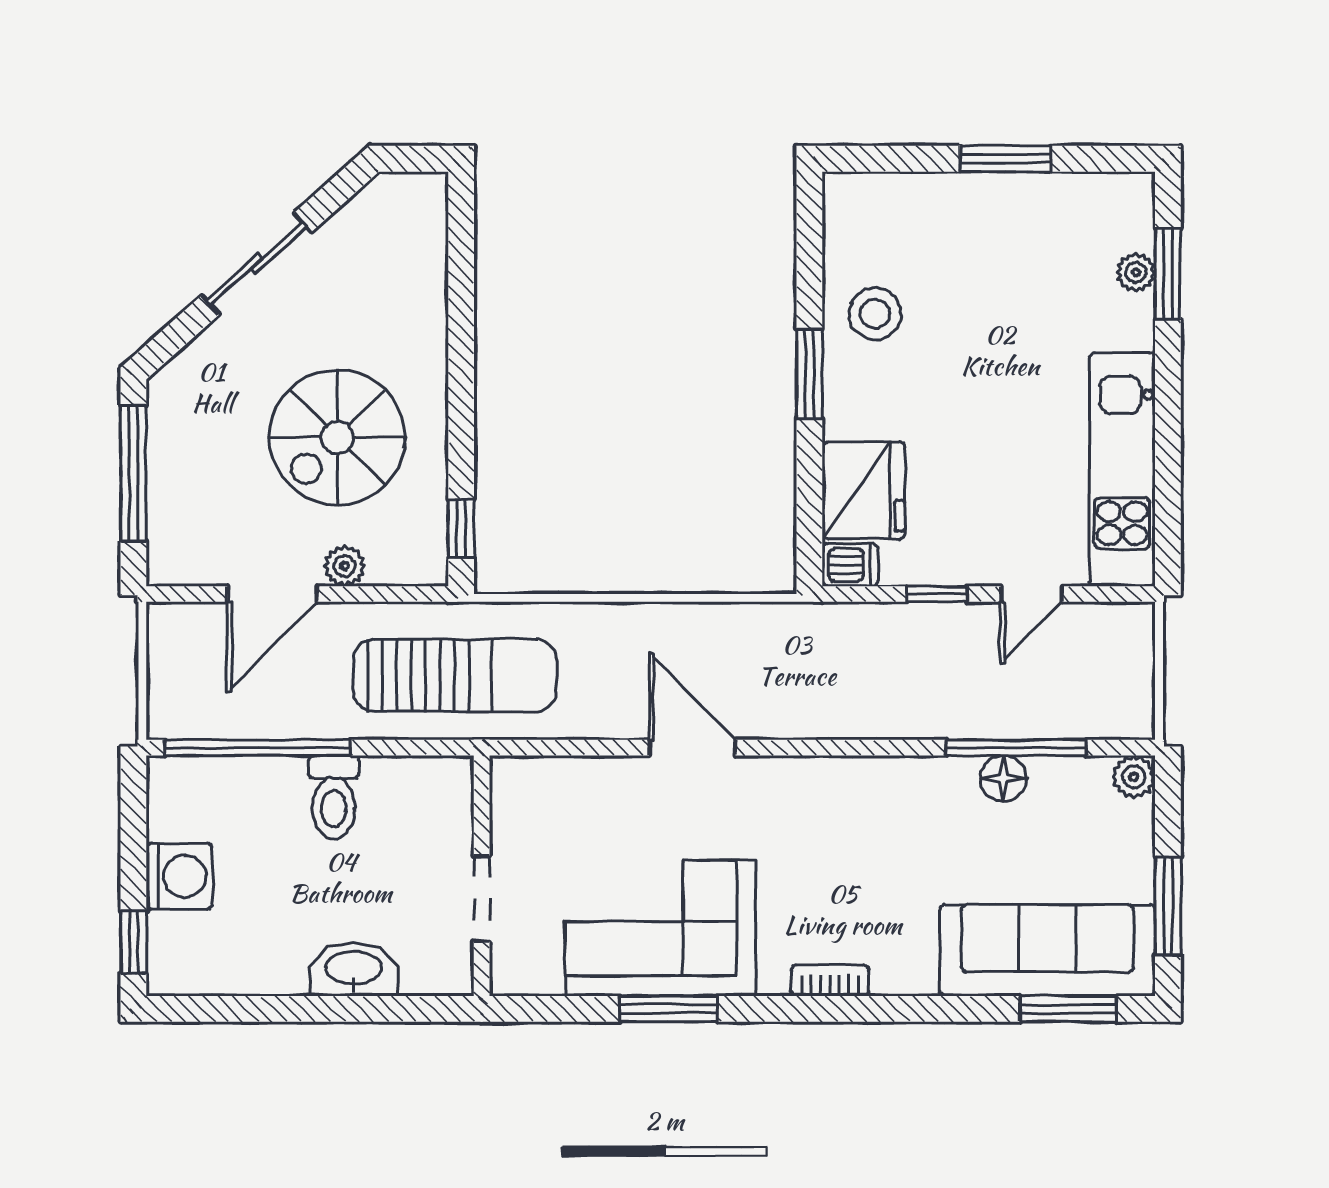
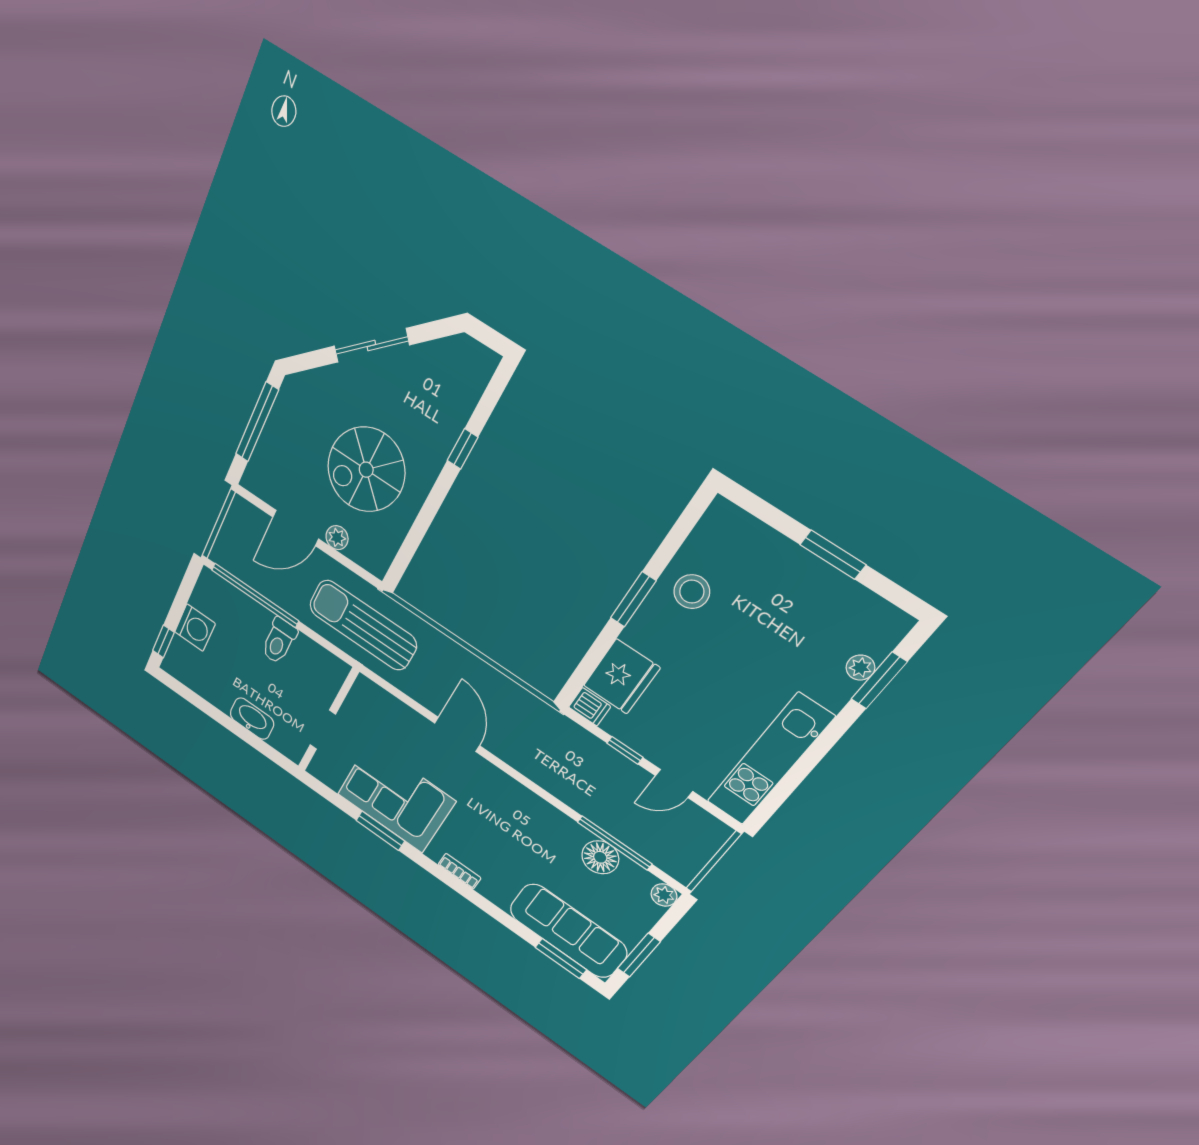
window: (461, 528) -> (463, 449), moved
sun lounger: (455, 675) -> (363, 625), turned 180
floor lamp: (1003, 778) -> (600, 857), width x1.38, depth x1.38

